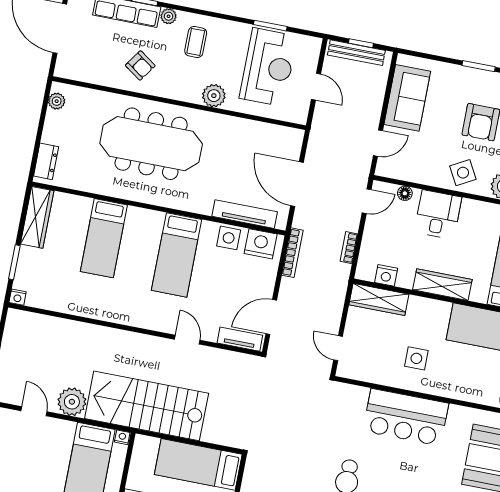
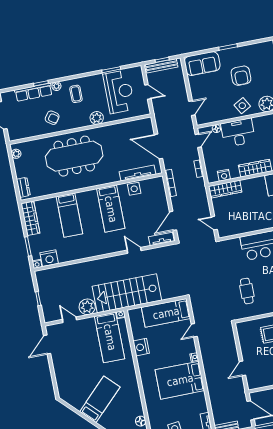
sofa: (407, 98) -> (202, 64), moved, turned 90
desk: (438, 215) -> (238, 133), width x1.37
nightstand: (261, 244) -> (49, 258), moved, turned 180
side table: (416, 358) -> (257, 212), removed

